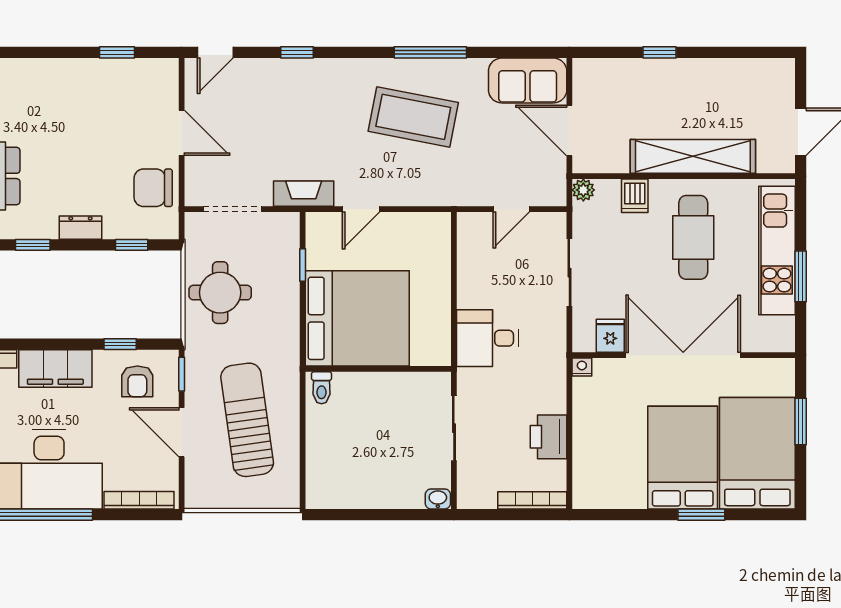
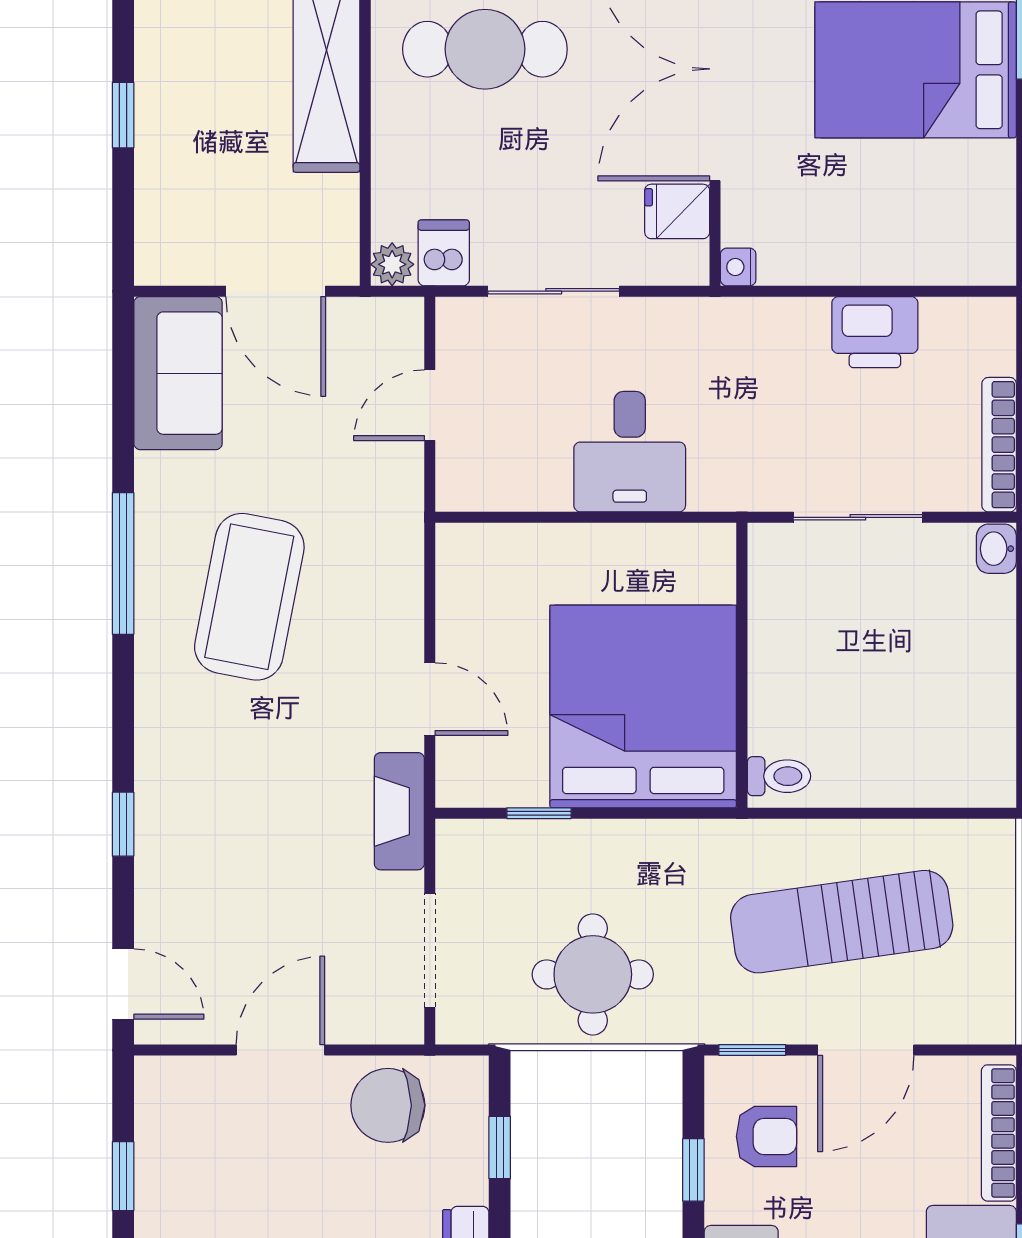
door: (569, 130) -> (276, 291), hinge flipped
chair: (153, 188) -> (388, 1105), turned 90
dishwasher: (635, 196) -> (444, 253), moved, turned -90
door: (511, 209) -> (430, 405), swing flipped
desk: (487, 338) -> (630, 452), moved
bookcase: (532, 500) -> (999, 445), moved

